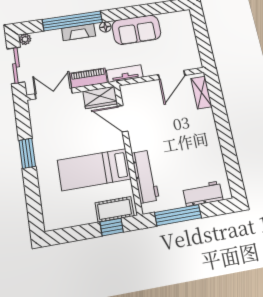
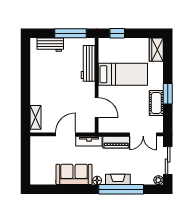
door: (172, 75) -> (65, 134), moved
wardrobe: (100, 97) -> (156, 50), moved, turned -90
cot: (114, 209) -> (156, 103), moved, turned 90

